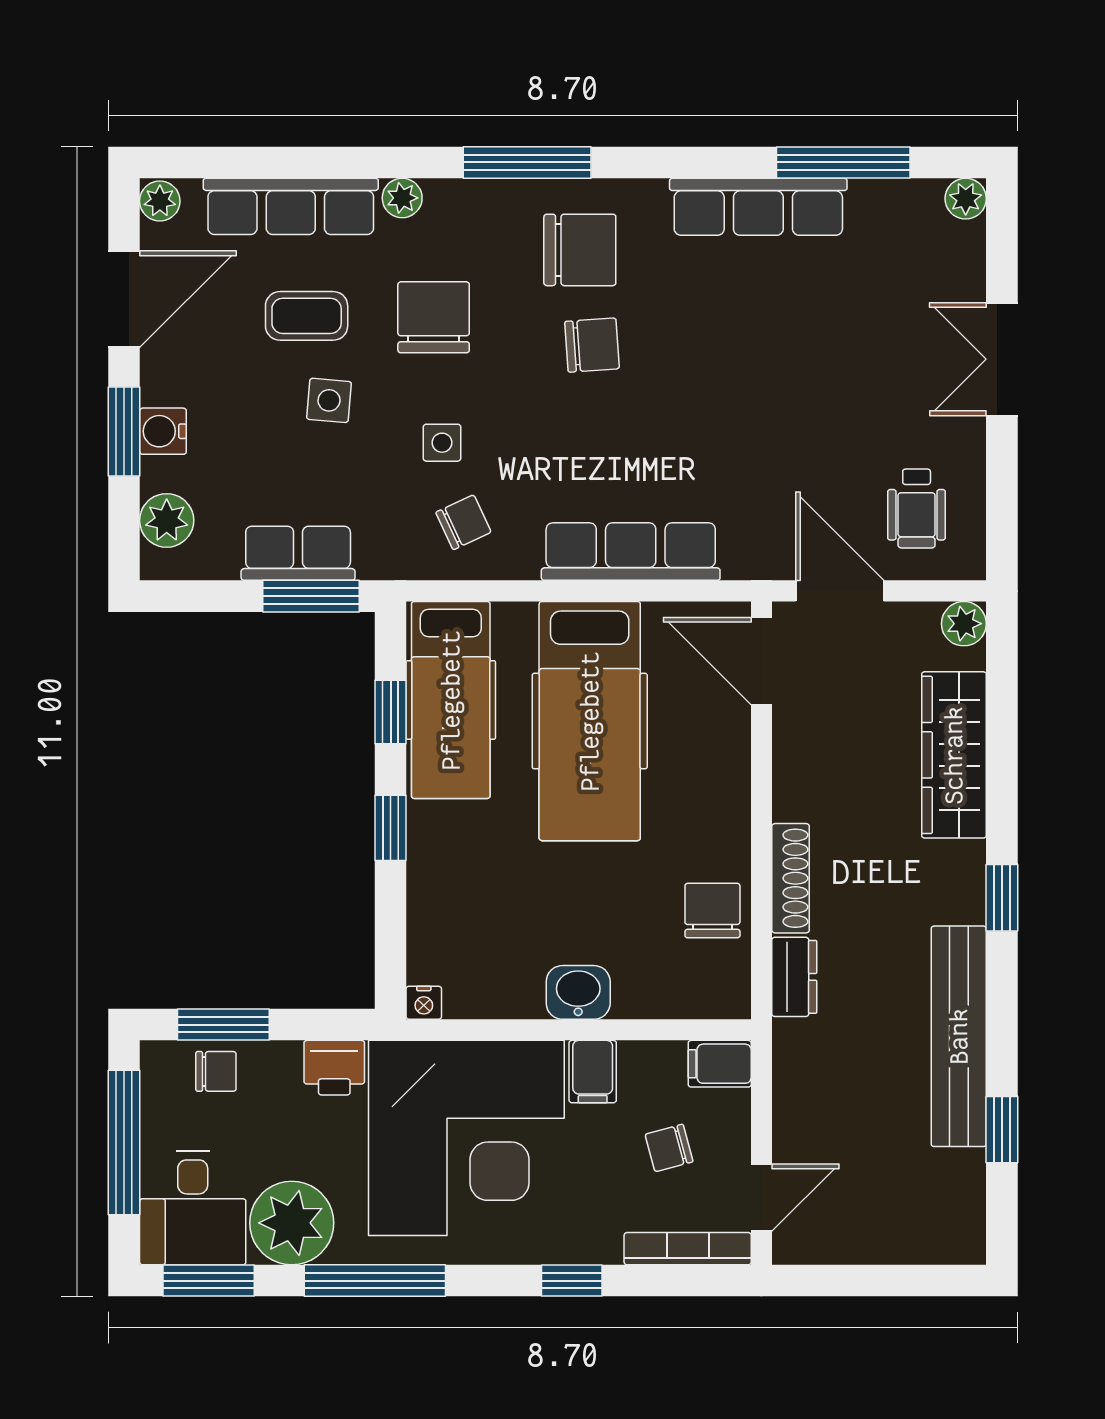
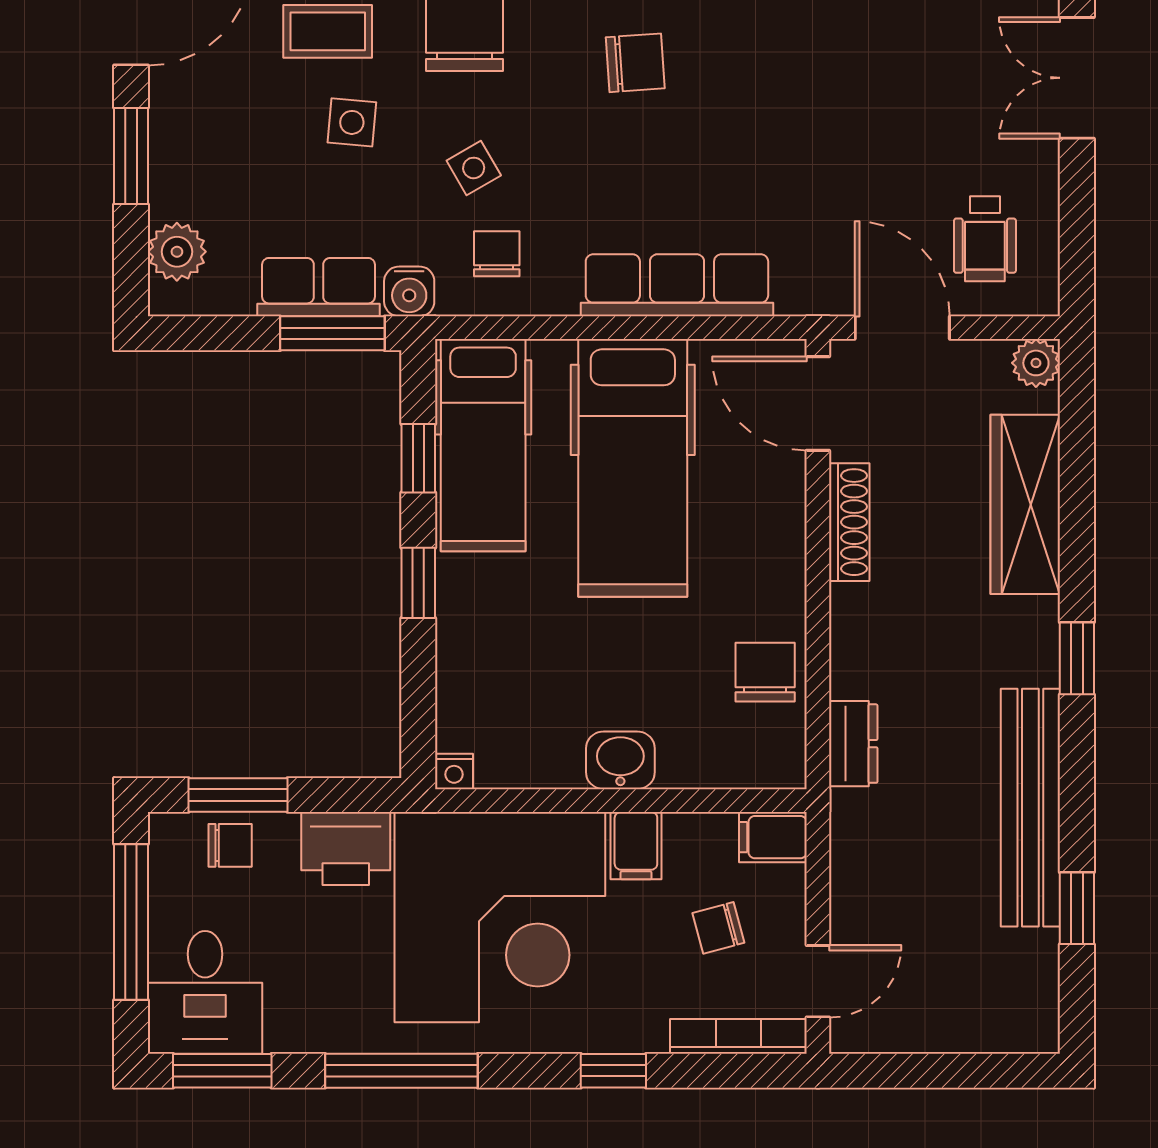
water cooler: (163, 431) -> (409, 291), moved, turned -90
side table: (442, 443) -> (474, 168), turned -30
chair: (463, 522) -> (497, 254), turned -65
shoe rack: (791, 878) -> (849, 522), moved
printer: (334, 1068) -> (346, 848), width x1.36, depth x1.24
plant: (292, 1223) -> (312, 1009), removed

